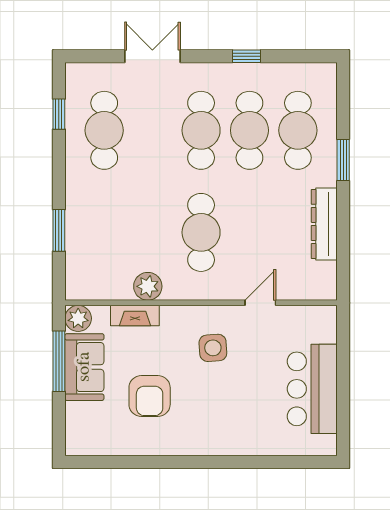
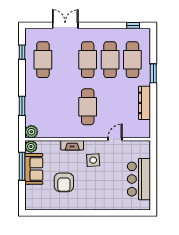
window: (247, 56) -> (133, 25), moved
plant: (148, 286) -> (31, 132), moved
fireplace: (135, 316) -> (72, 145), moved

